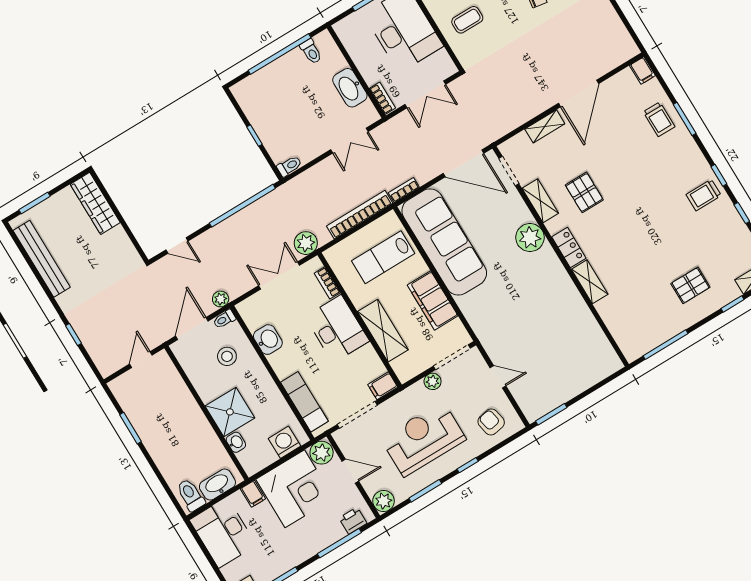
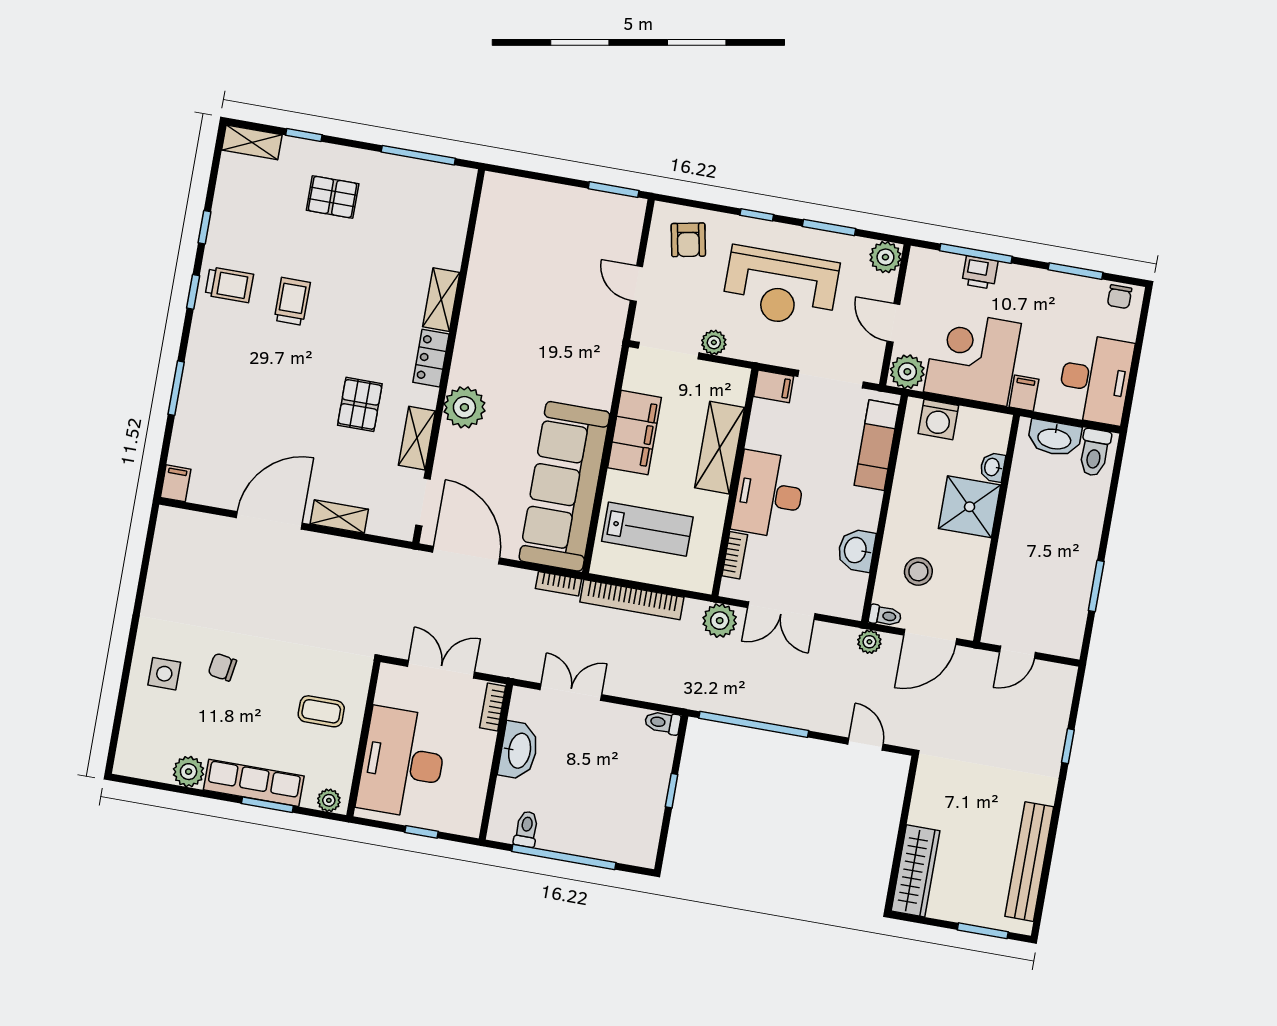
trolley: (659, 119) -> (292, 301), moved
printer: (353, 521) -> (980, 272), moved

